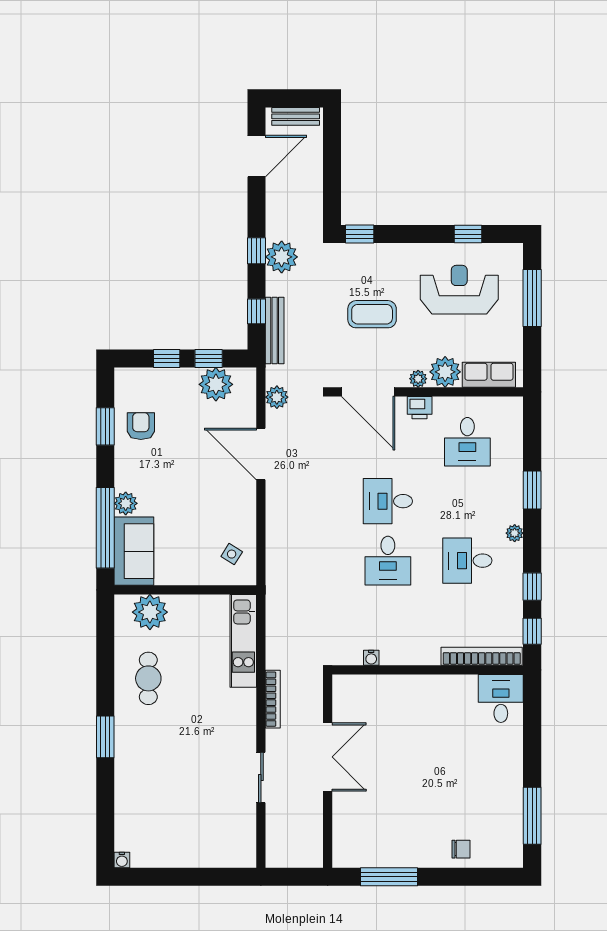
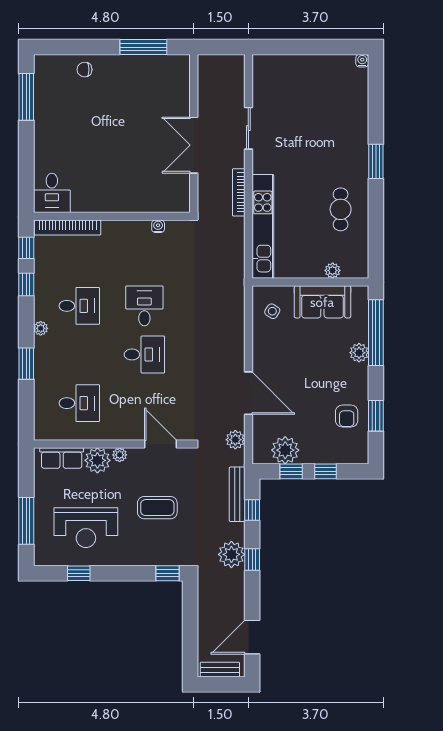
door: (368, 392) -> (160, 444), width x0.73
printer: (420, 408) -> (118, 431), removed
desk: (467, 442) -> (79, 403), turned 90
sofa: (134, 551) -> (322, 302), moved, turned -90
plant: (150, 612) -> (333, 270), width x0.53, depth x0.53
kitchen unit: (243, 641) -> (263, 226), width x1.36

